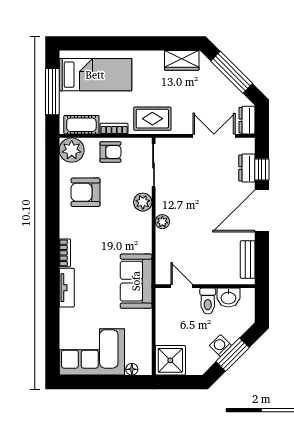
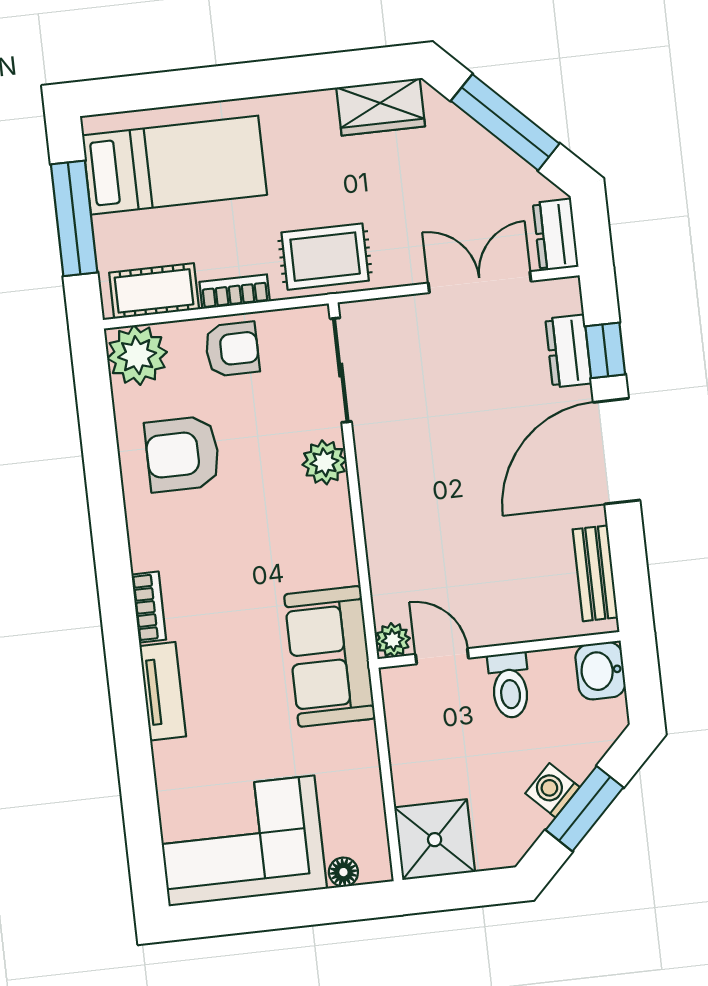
plant: (162, 222) -> (393, 640), moved
washbasin: (228, 298) -> (600, 671), moved, turned 90

